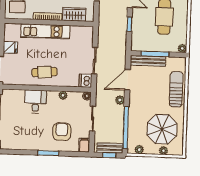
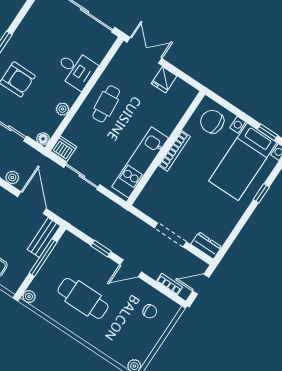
wardrobe: (74, 14) -> (156, 186), removed
kitchen unit: (45, 31) -> (140, 162), moved
bench: (148, 61) -> (44, 238), width x0.73

